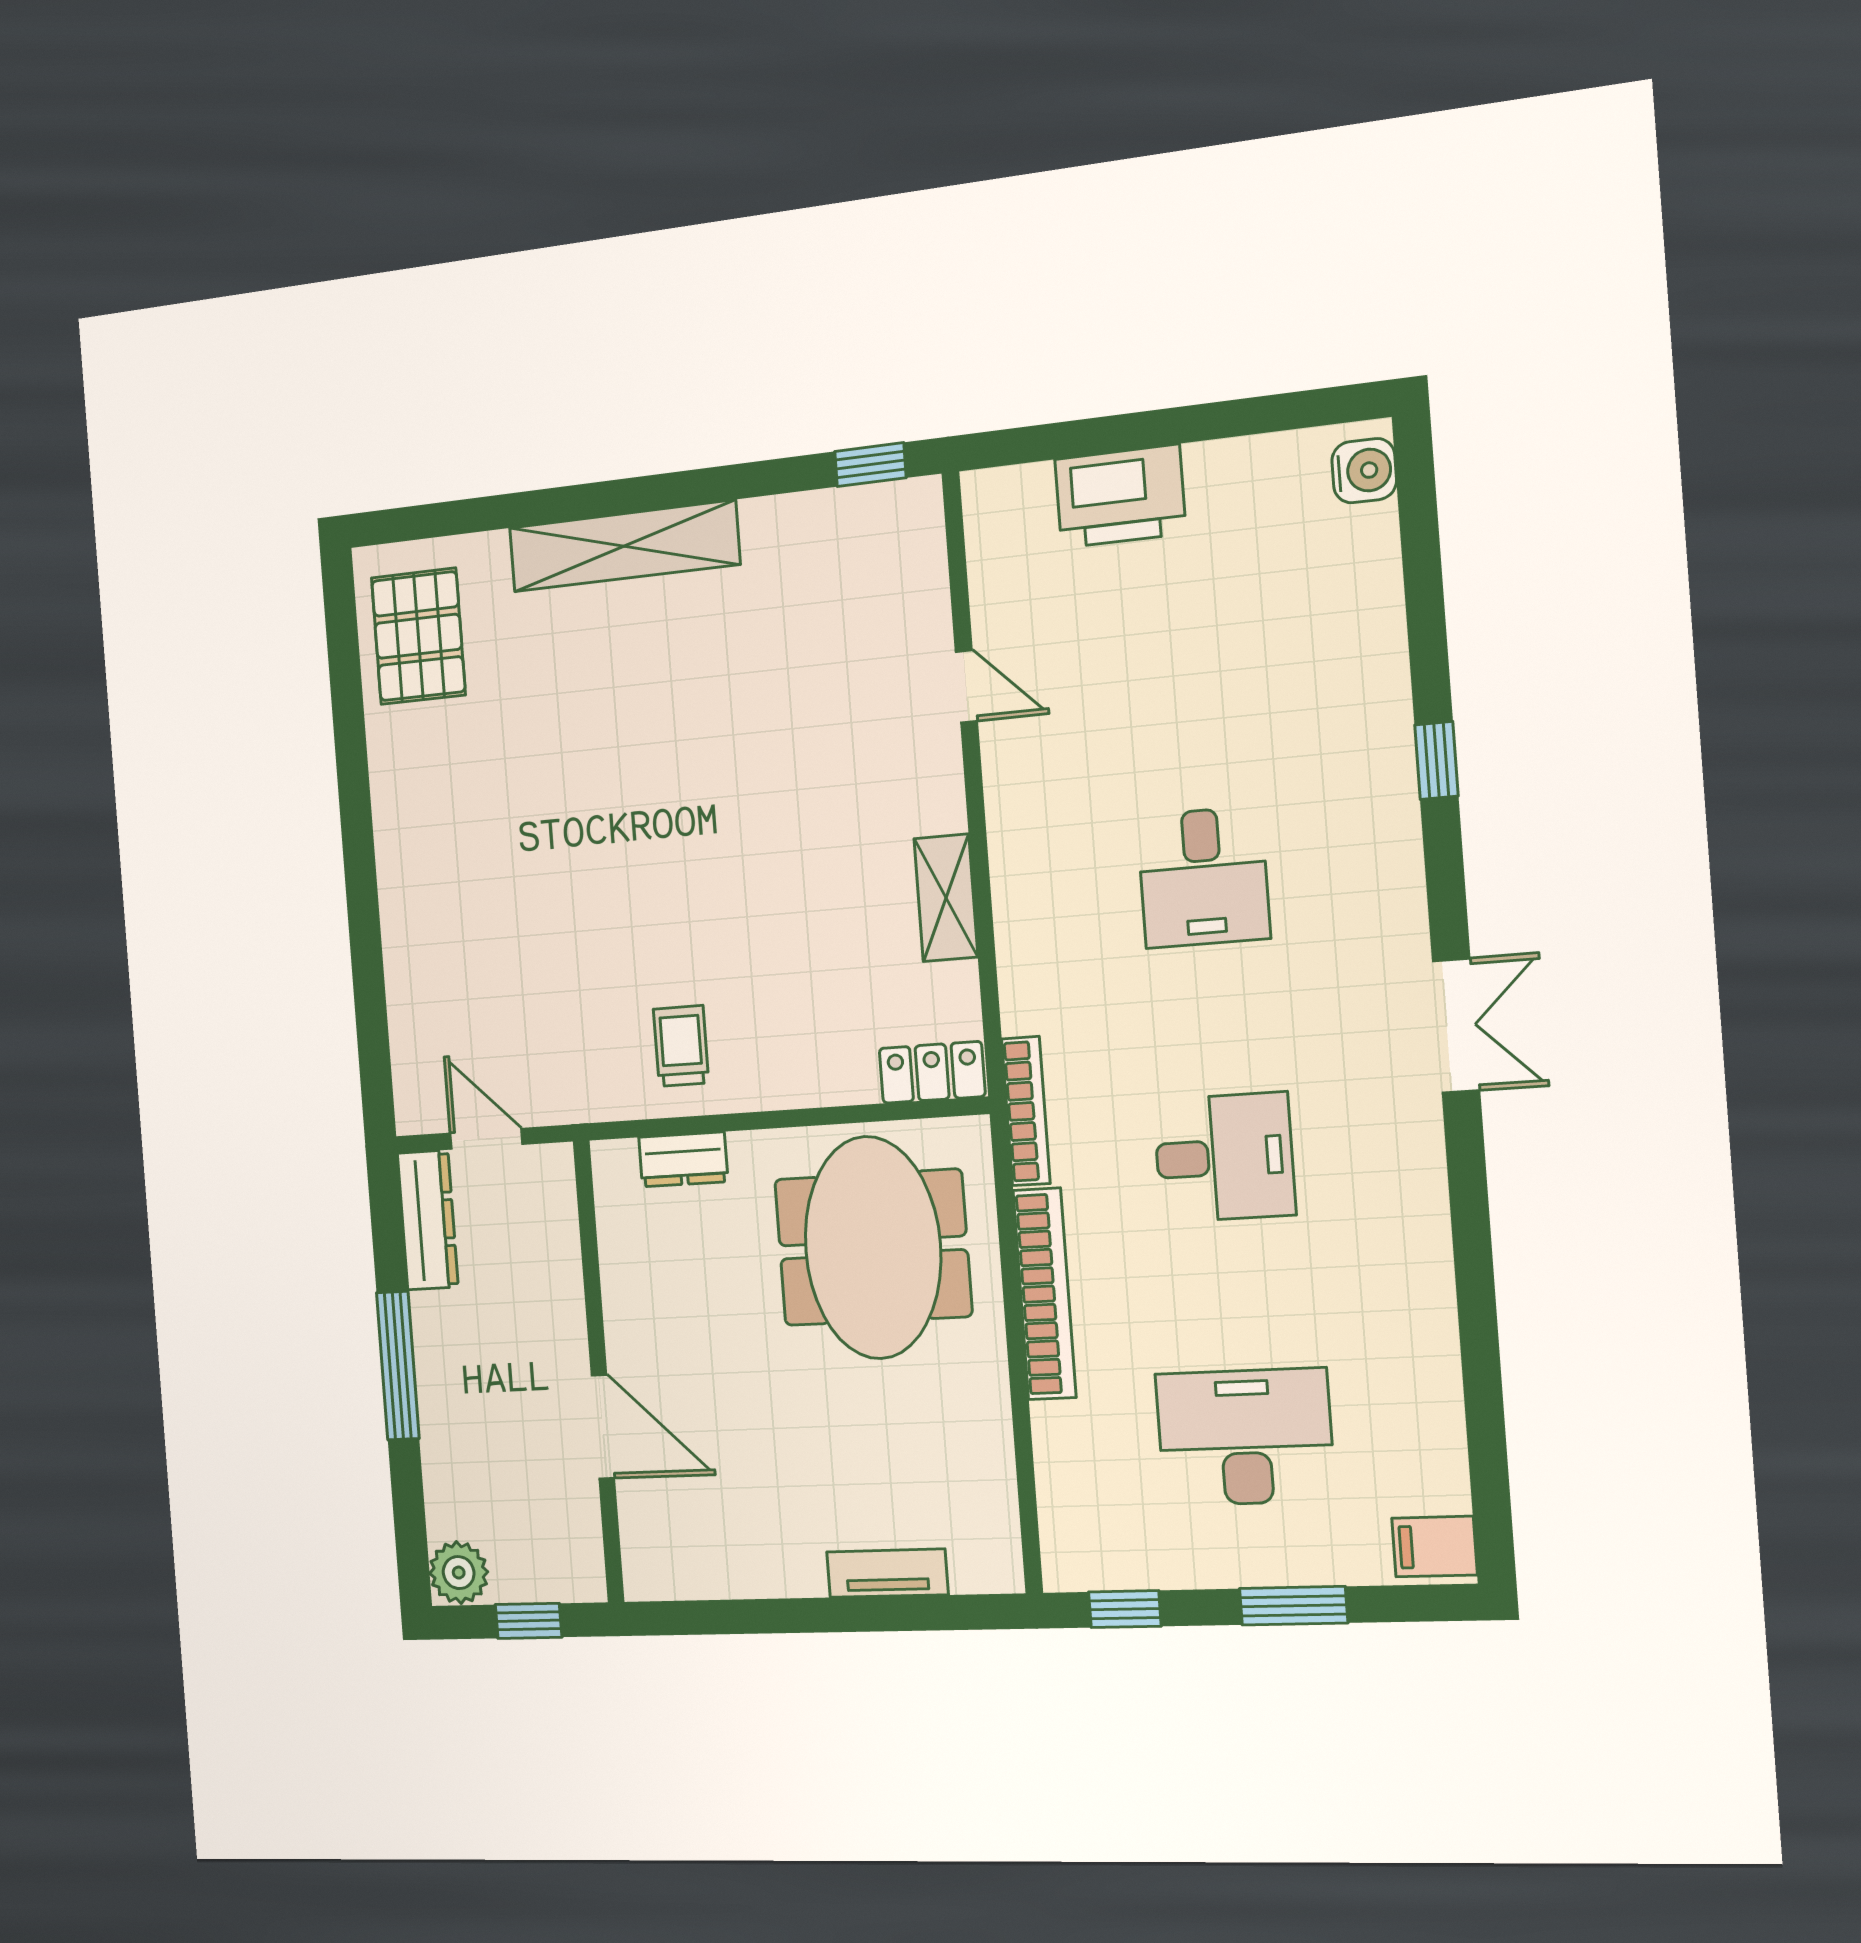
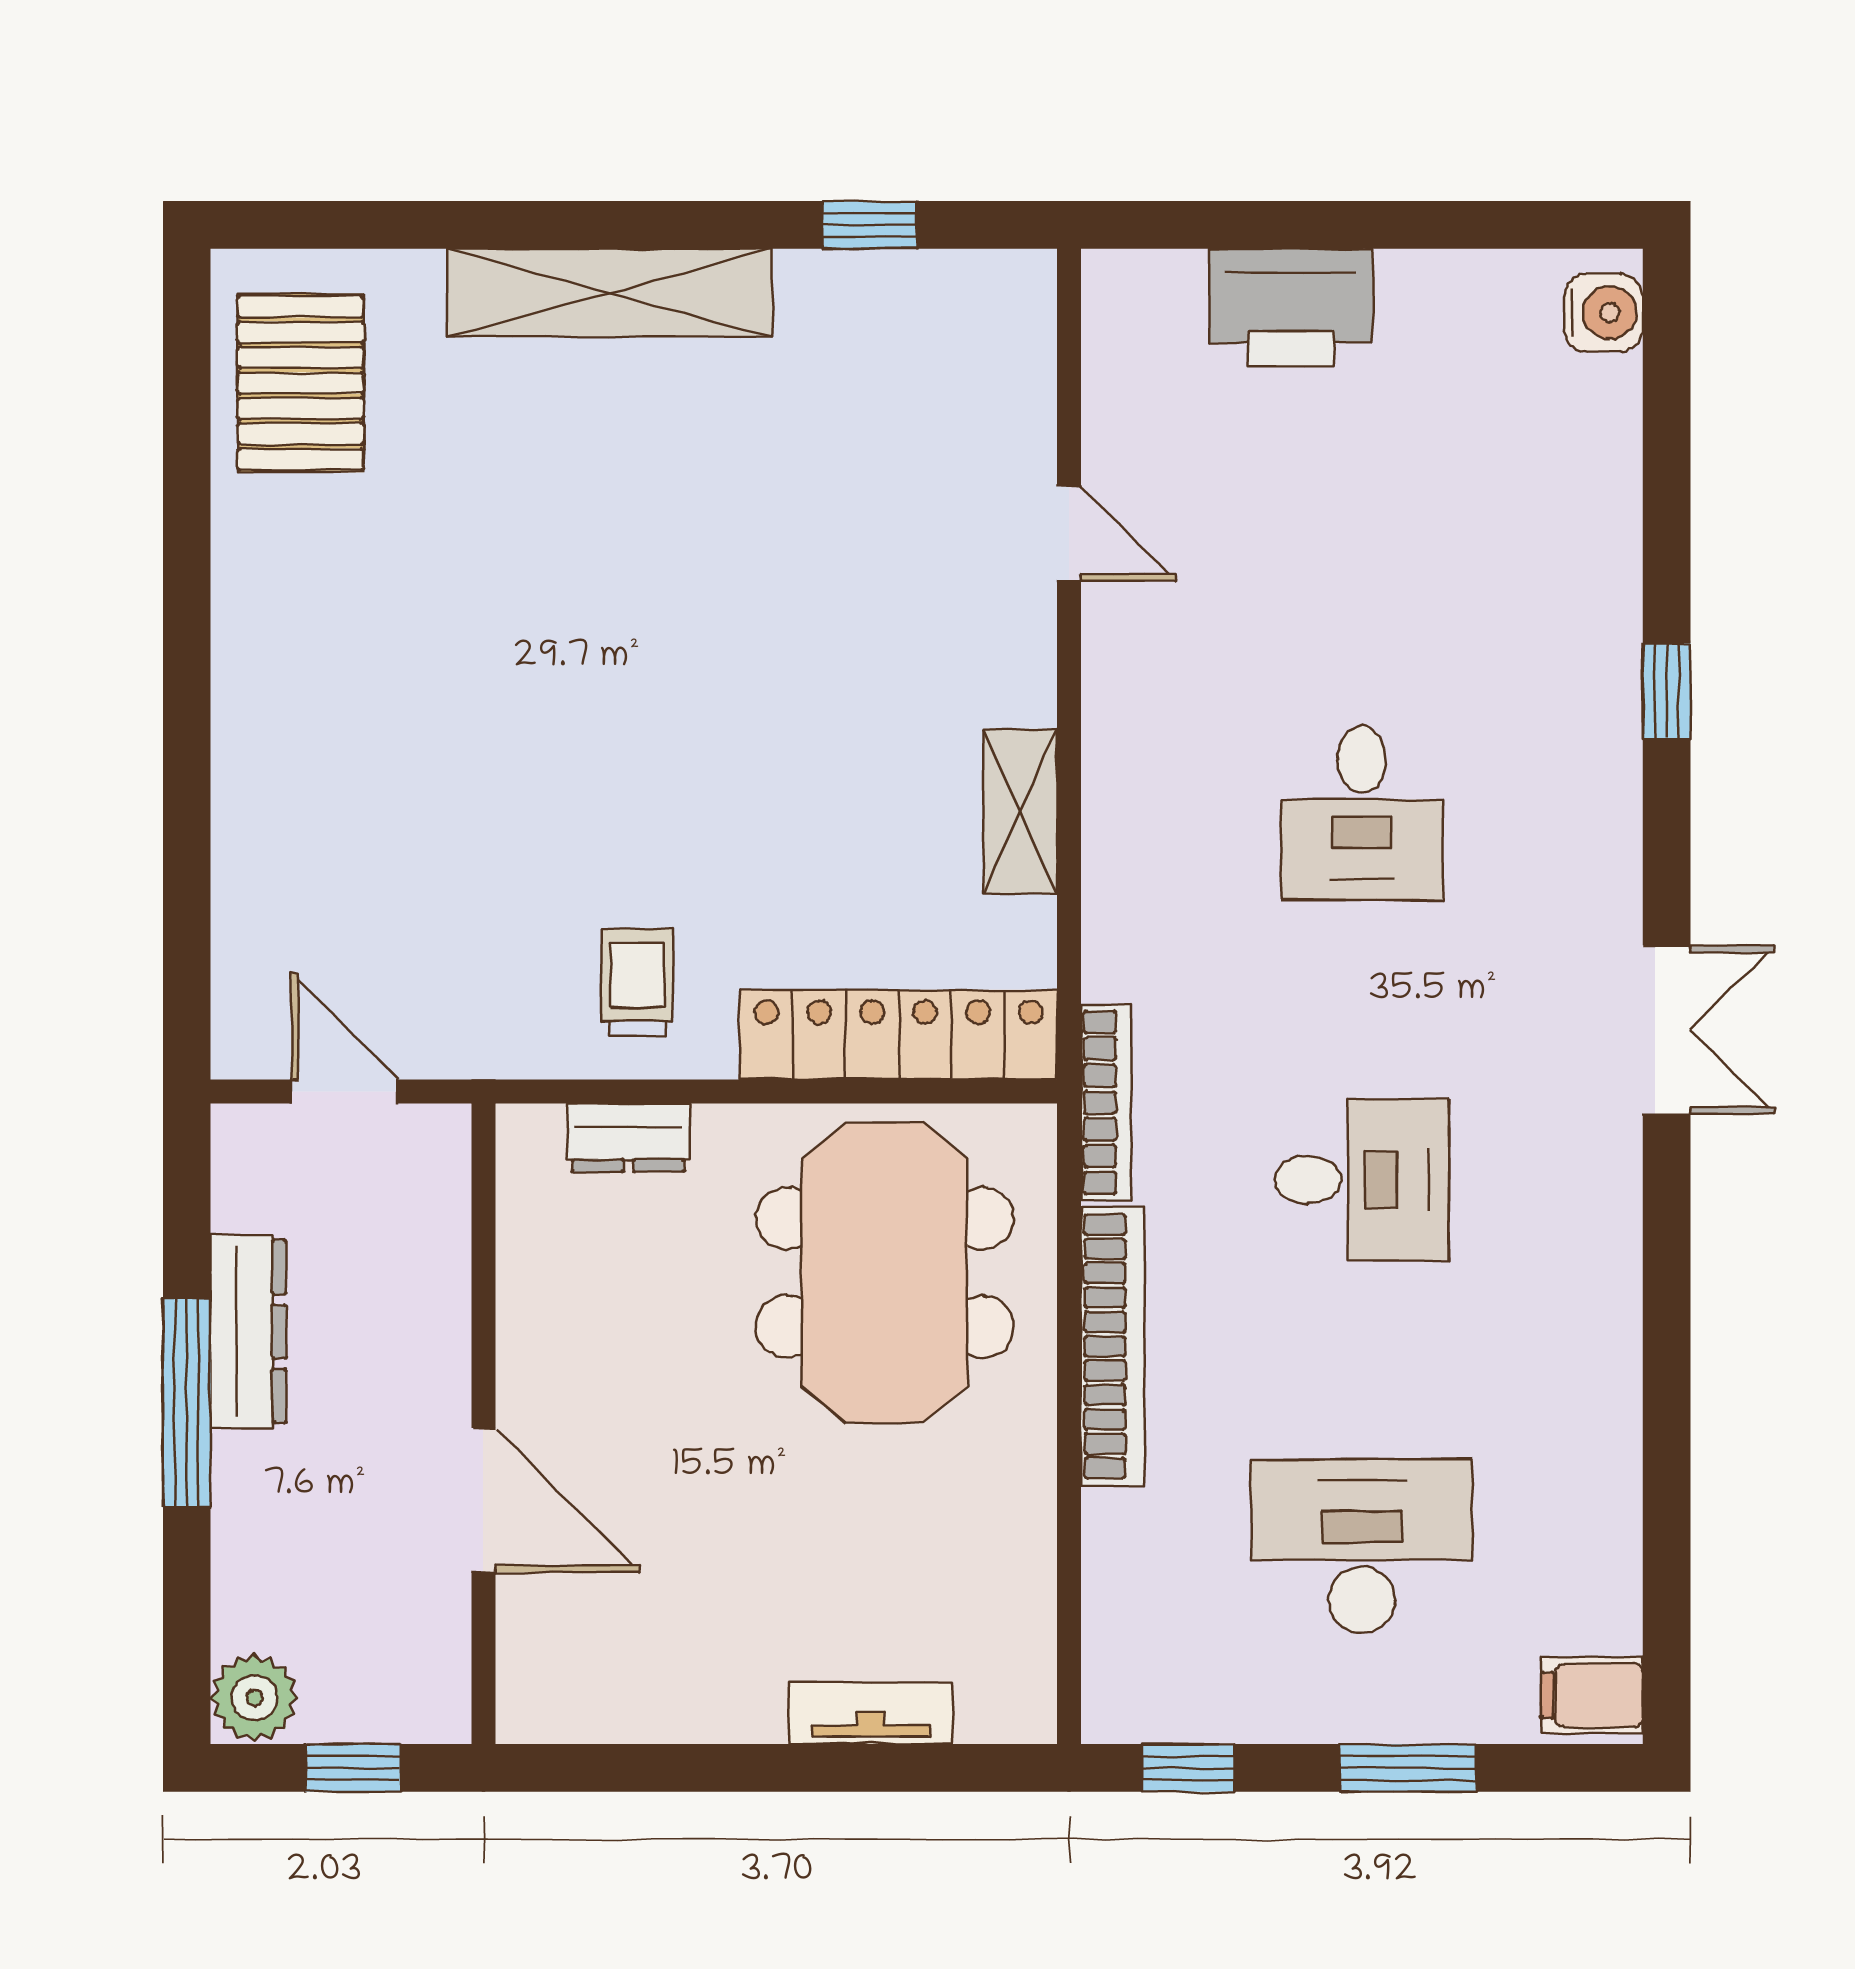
window: (870, 465) -> (870, 225), moved
locker: (932, 1072) -> (899, 1035), width x2.16, depth x1.21
dresser: (428, 1220) -> (248, 1331), moved

